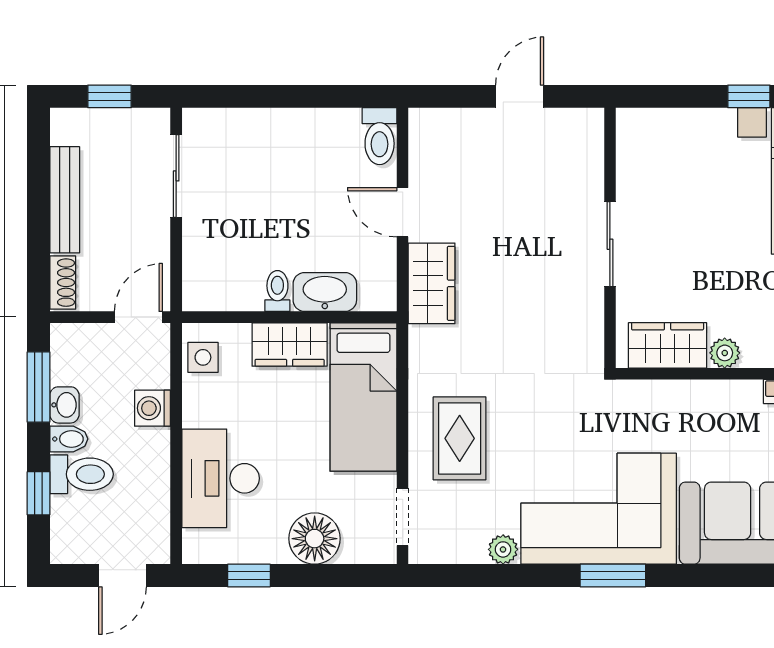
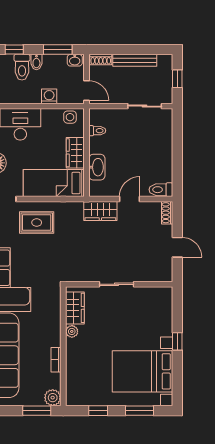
shoe rack: (436, 121) -> (167, 213), added
toilet: (277, 291) -> (97, 131), moved
washbasin: (64, 405) -> (75, 60), moved

